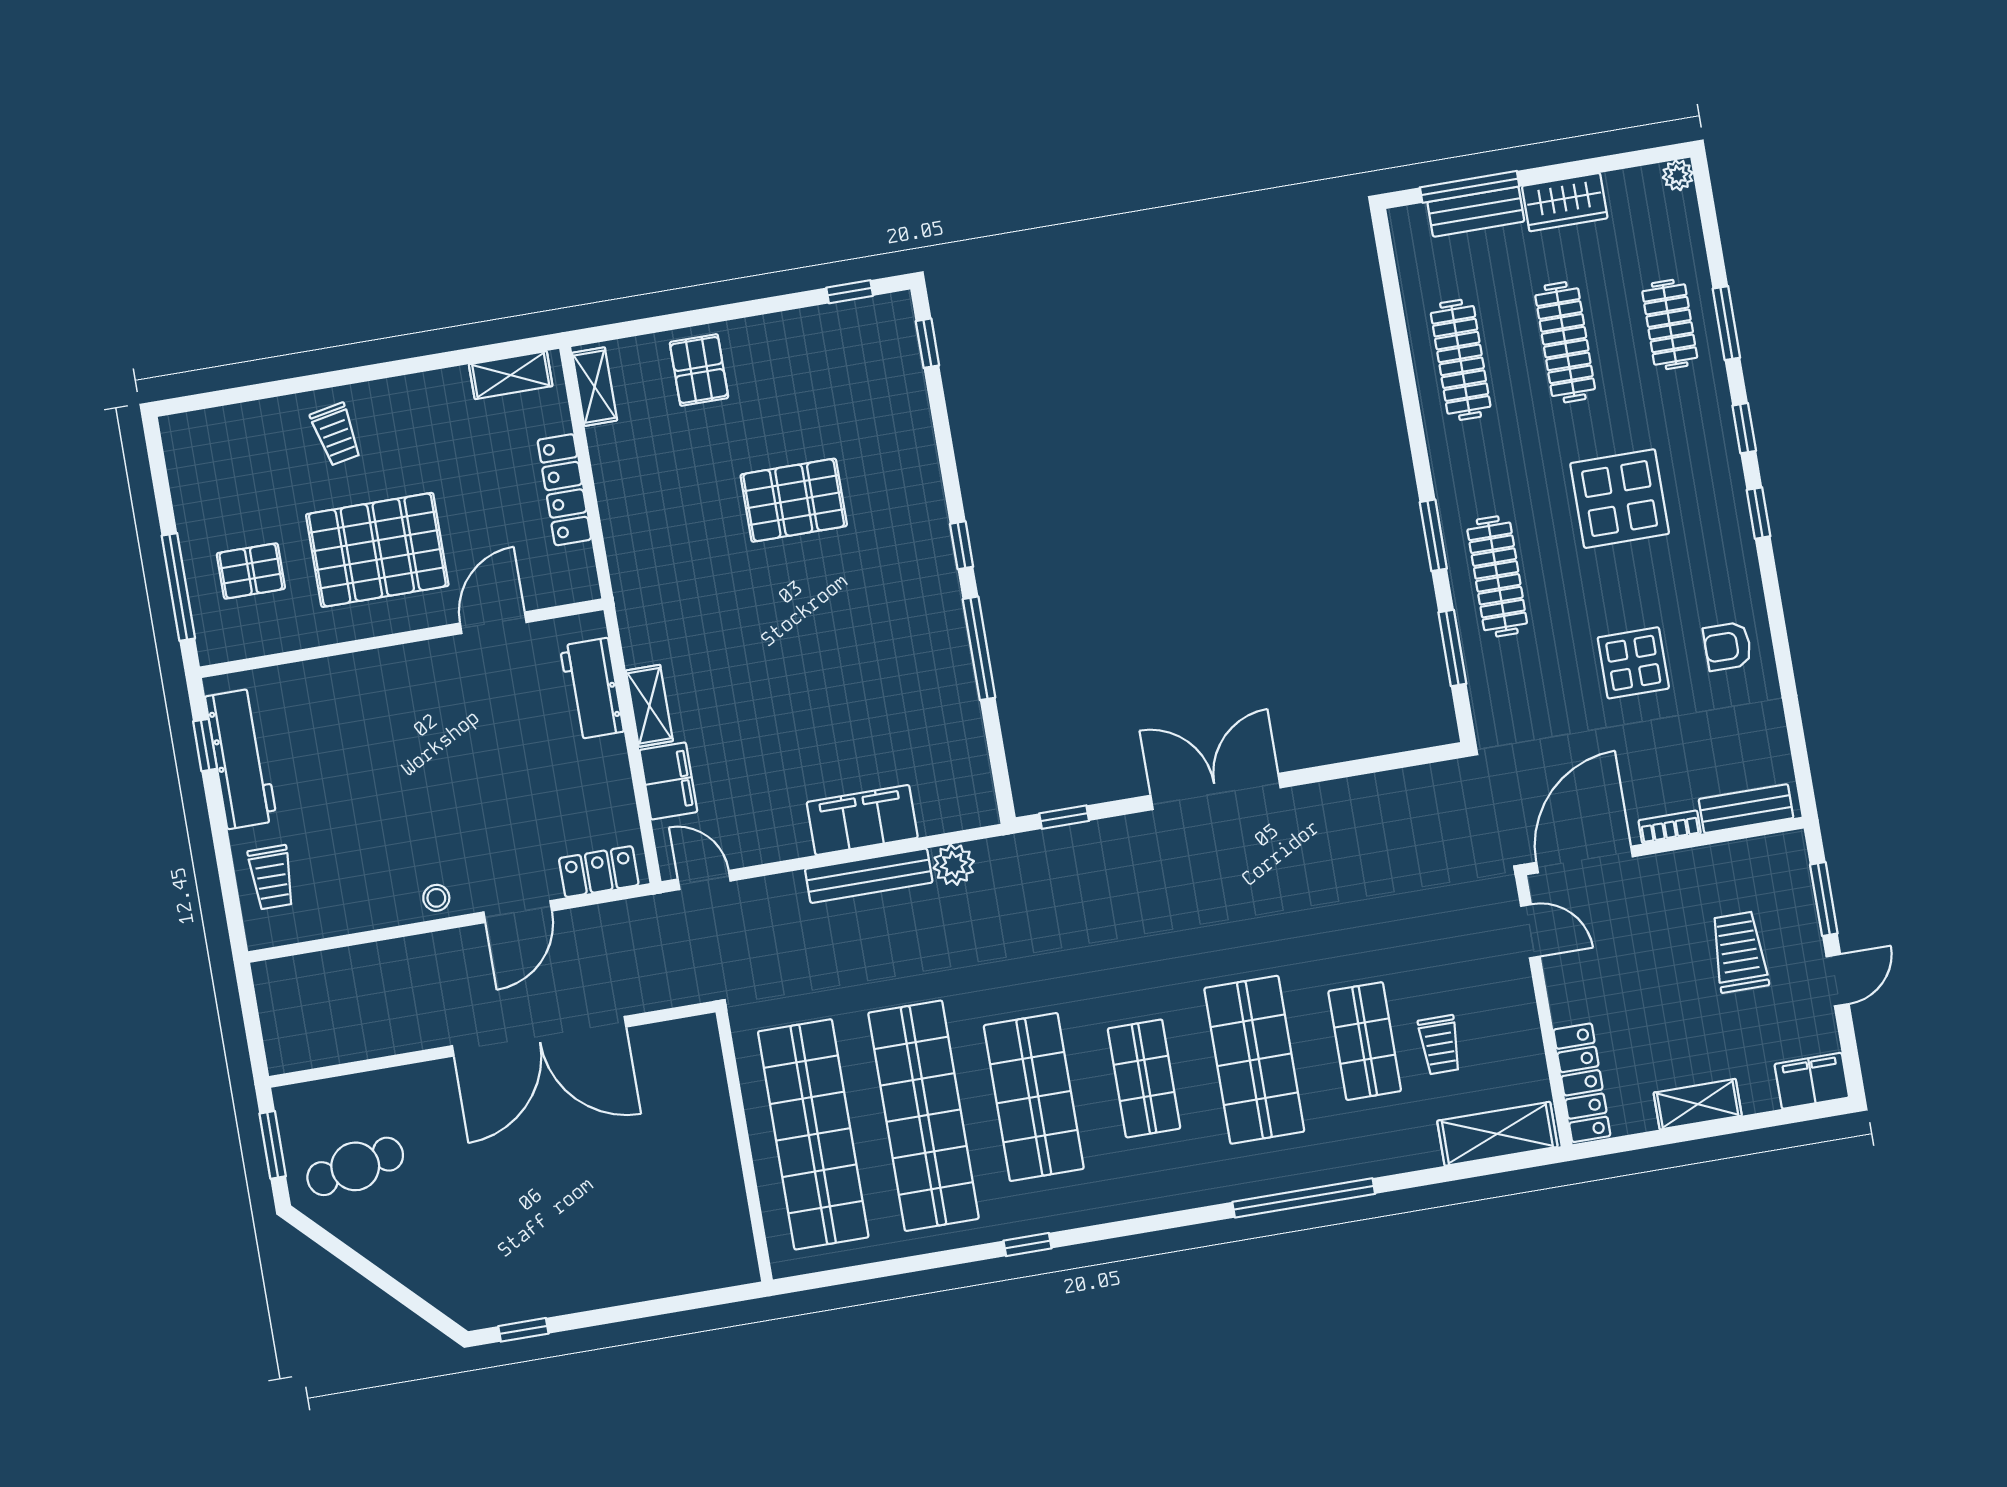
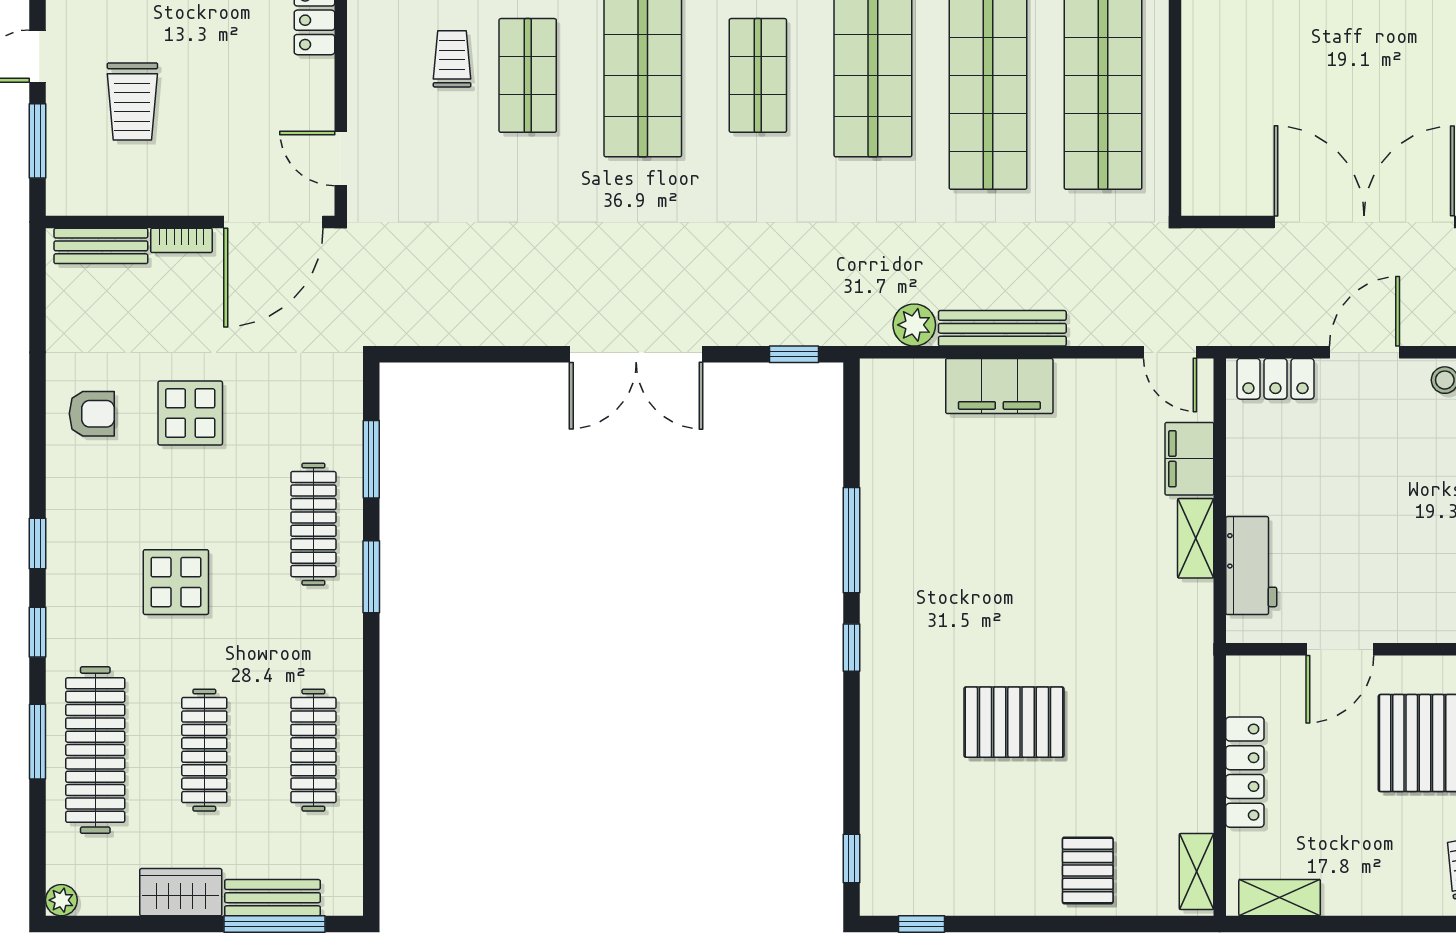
clothes rail: (1670, 324) -> (95, 750), width x1.86, depth x1.31
display table: (1620, 499) -> (176, 582), width x0.73, depth x0.73

